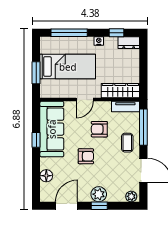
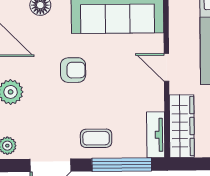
armchair: (99, 129) -> (118, 92), removed
armchair: (86, 156) -> (73, 70), turned -90

